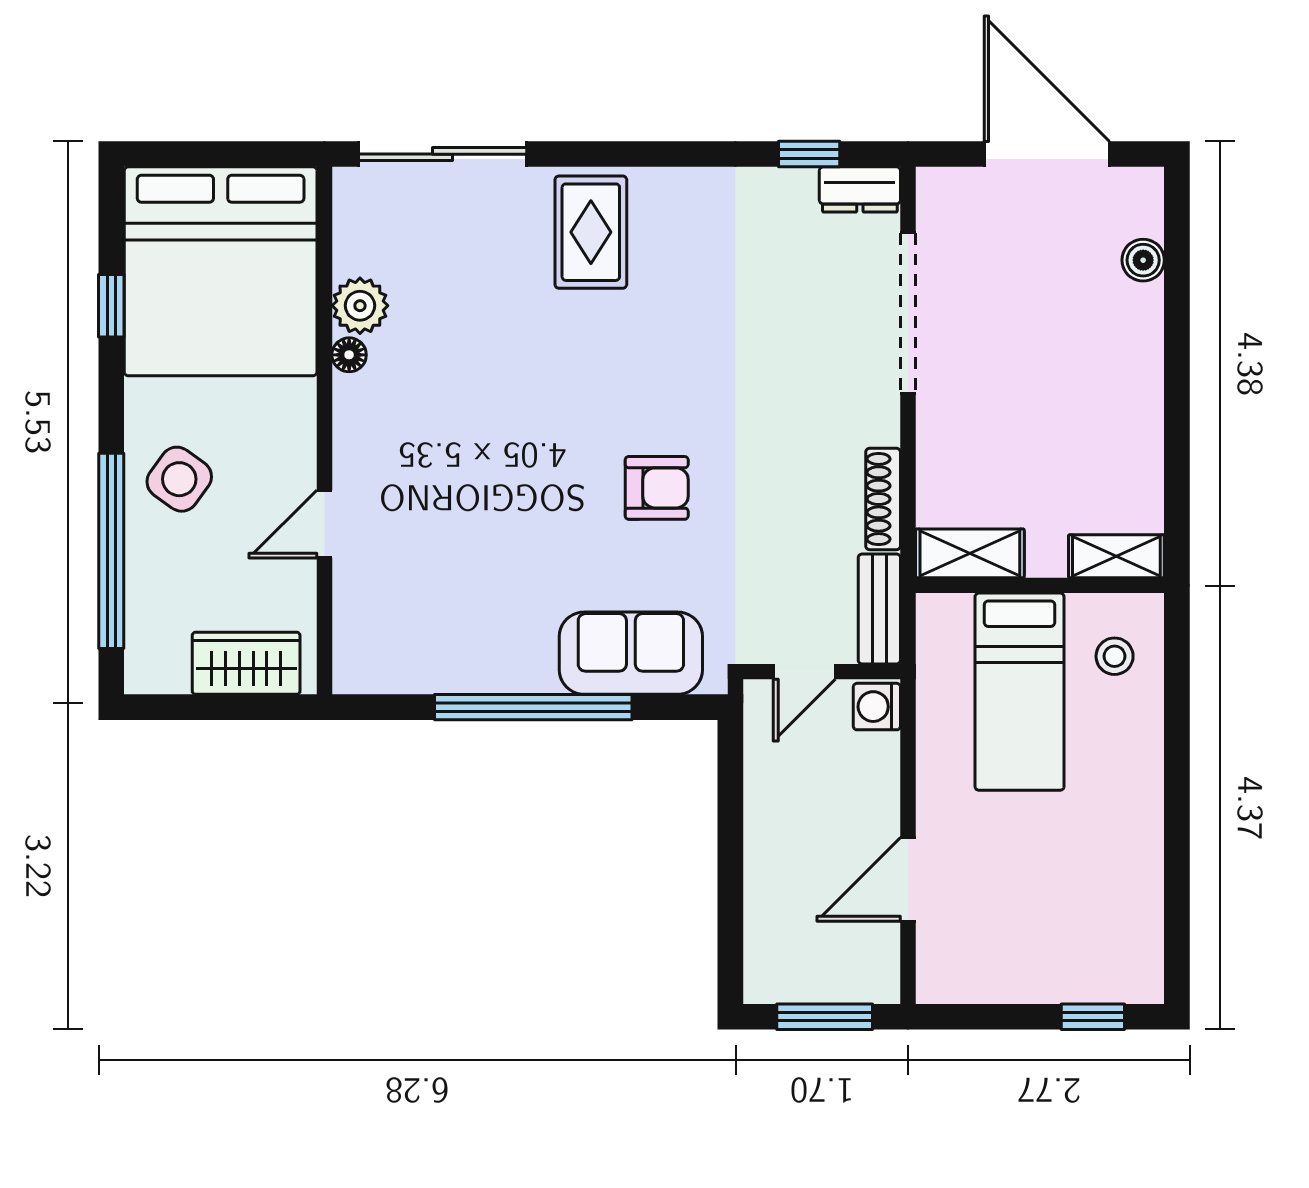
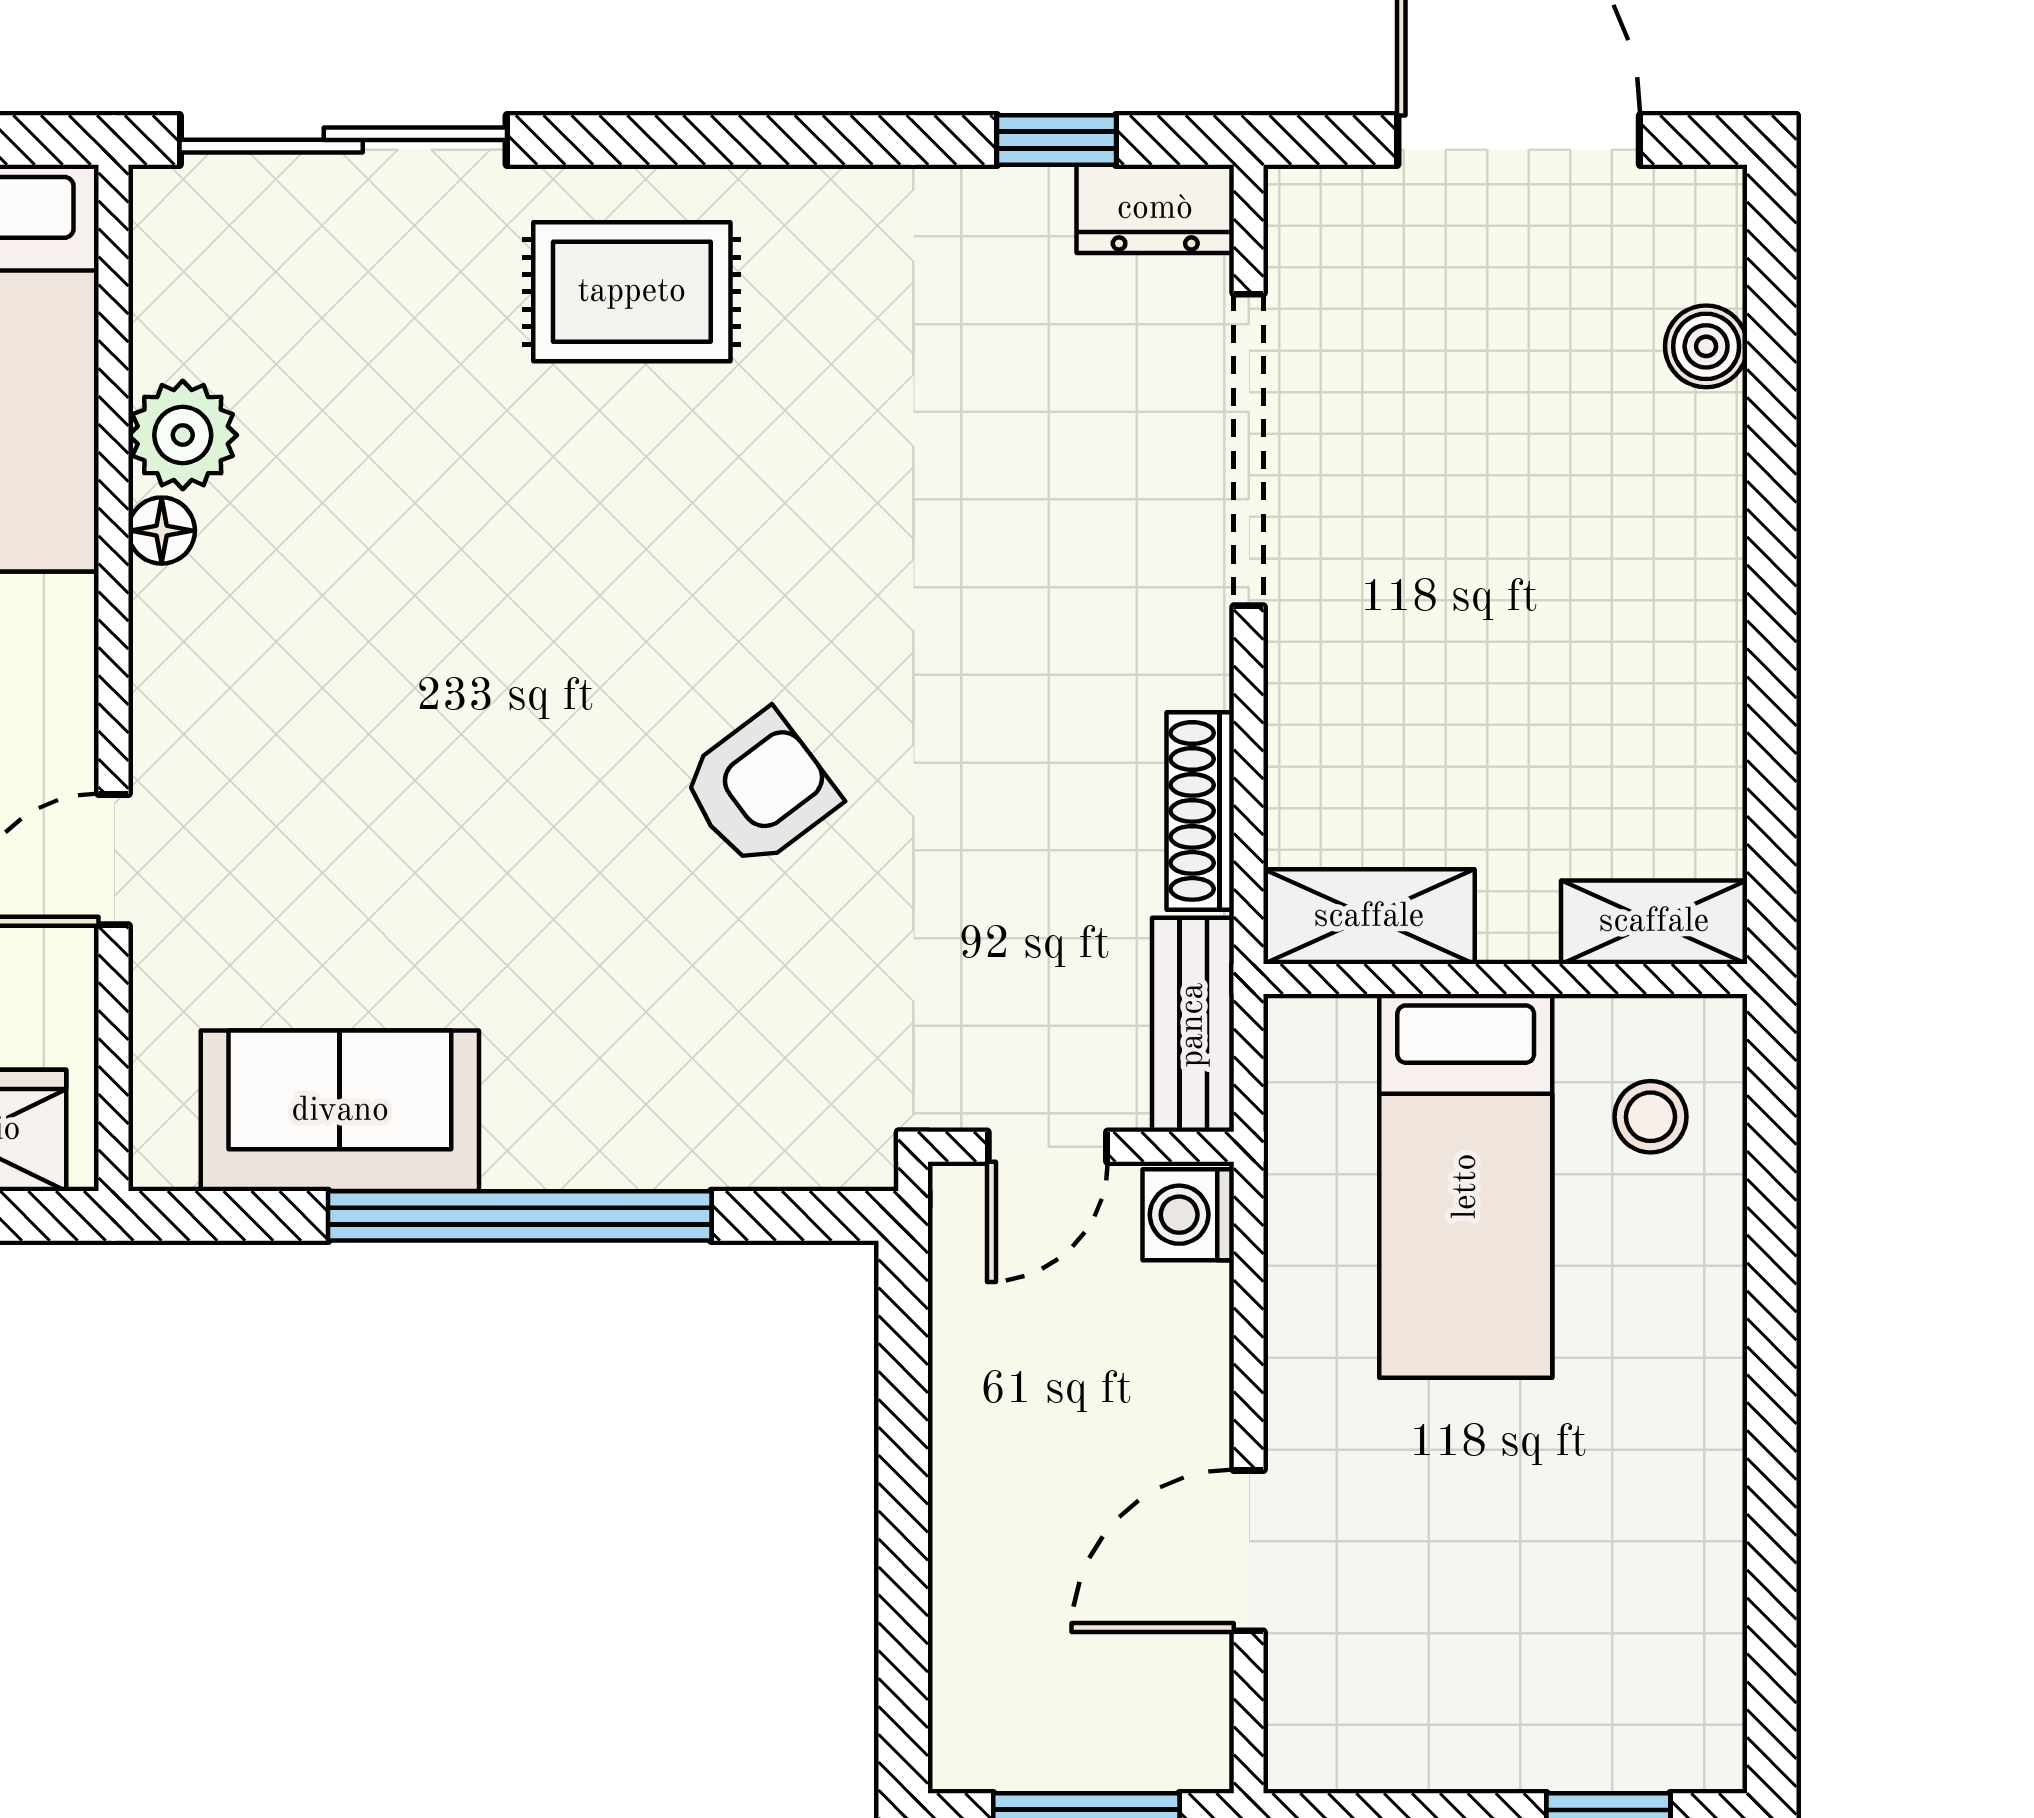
rug: (591, 232) -> (632, 292), turned 90
armchair: (657, 488) -> (760, 789), turned -37
sofa: (631, 653) -> (340, 1111), moved

